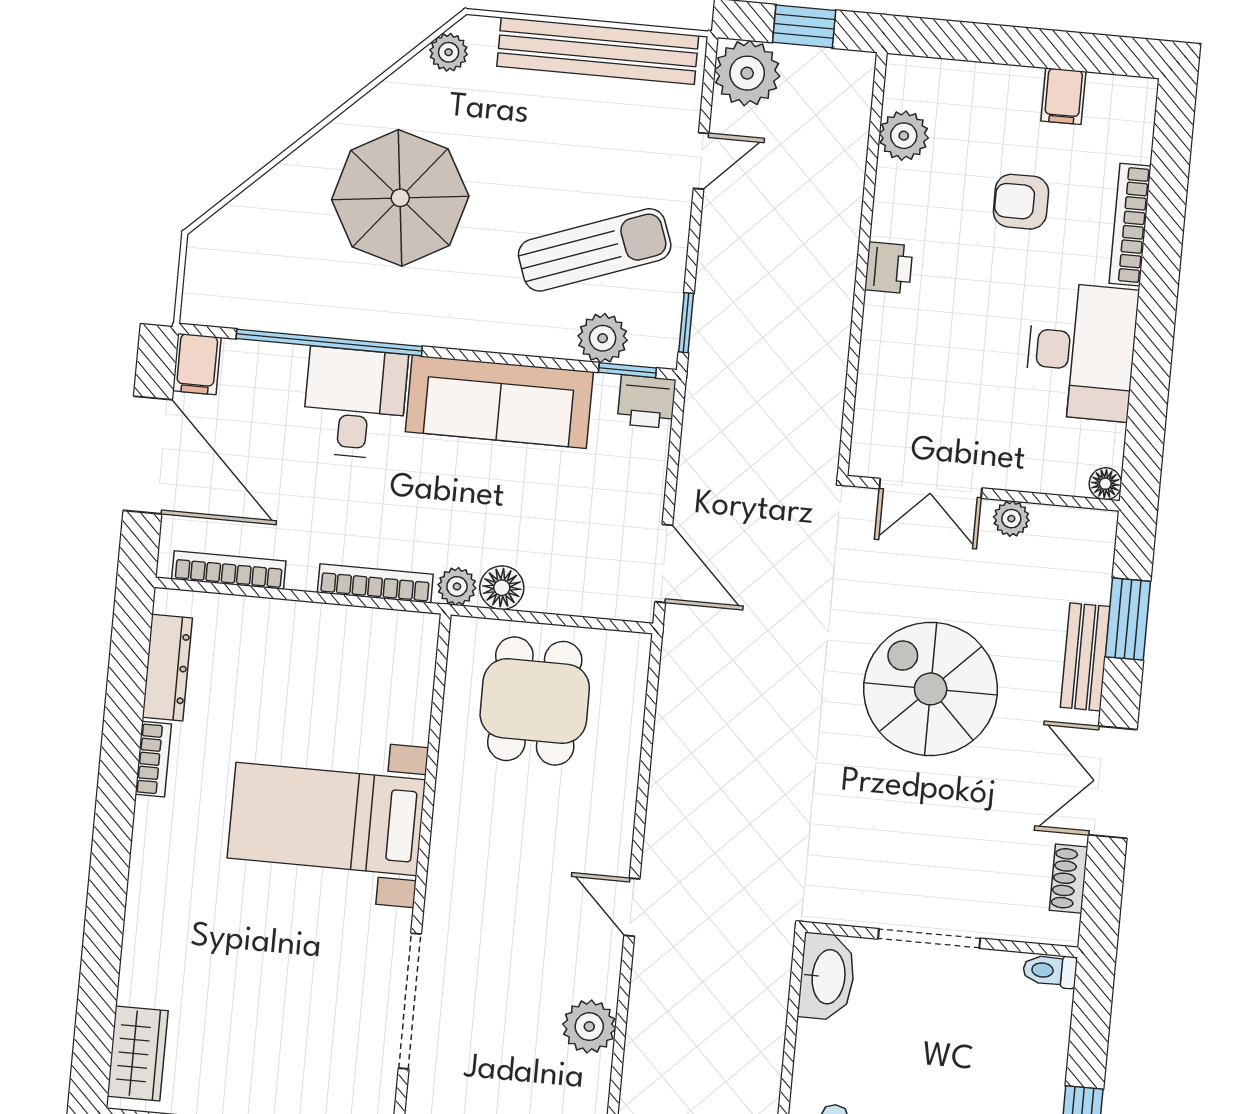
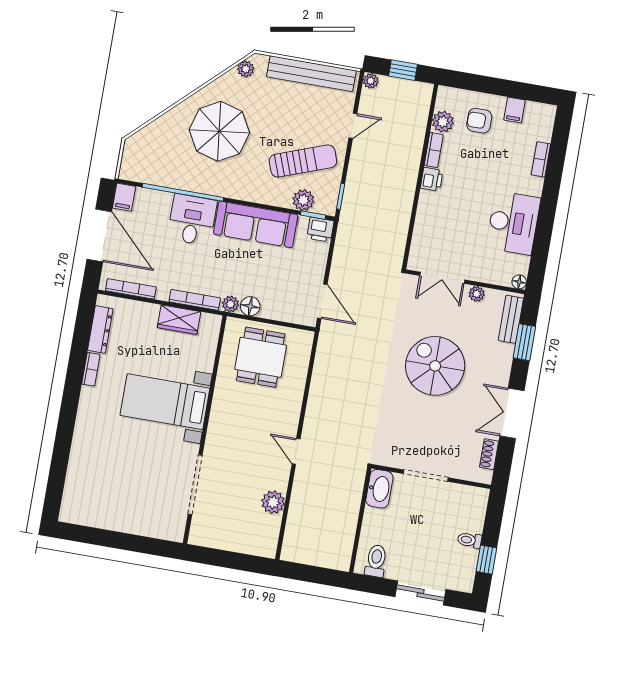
plant: (747, 73) -> (371, 81), width x0.53, depth x0.53
bookcase: (888, 201) -> (434, 150), added
armchair: (1021, 202) -> (479, 121), moved
bookcase: (1130, 225) -> (541, 159), width x0.64
bench: (1085, 657) -> (511, 319), moved
toilet: (1050, 971) -> (470, 540), moved
wardrobe: (138, 1054) -> (179, 320), moved, turned 90

